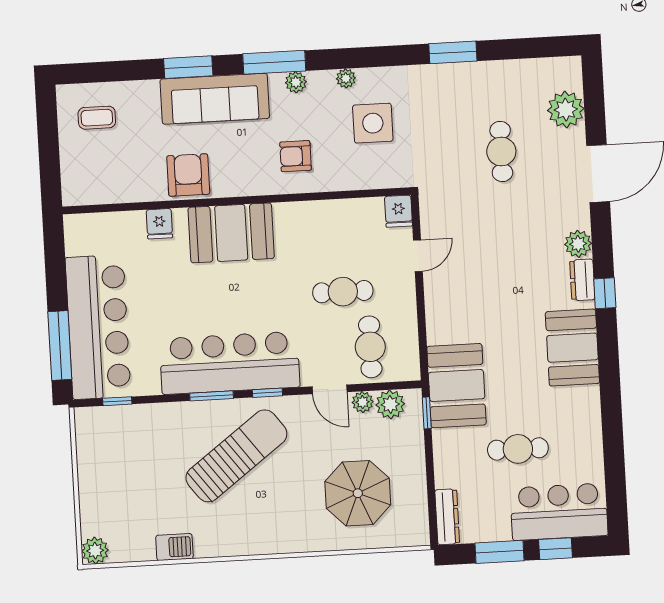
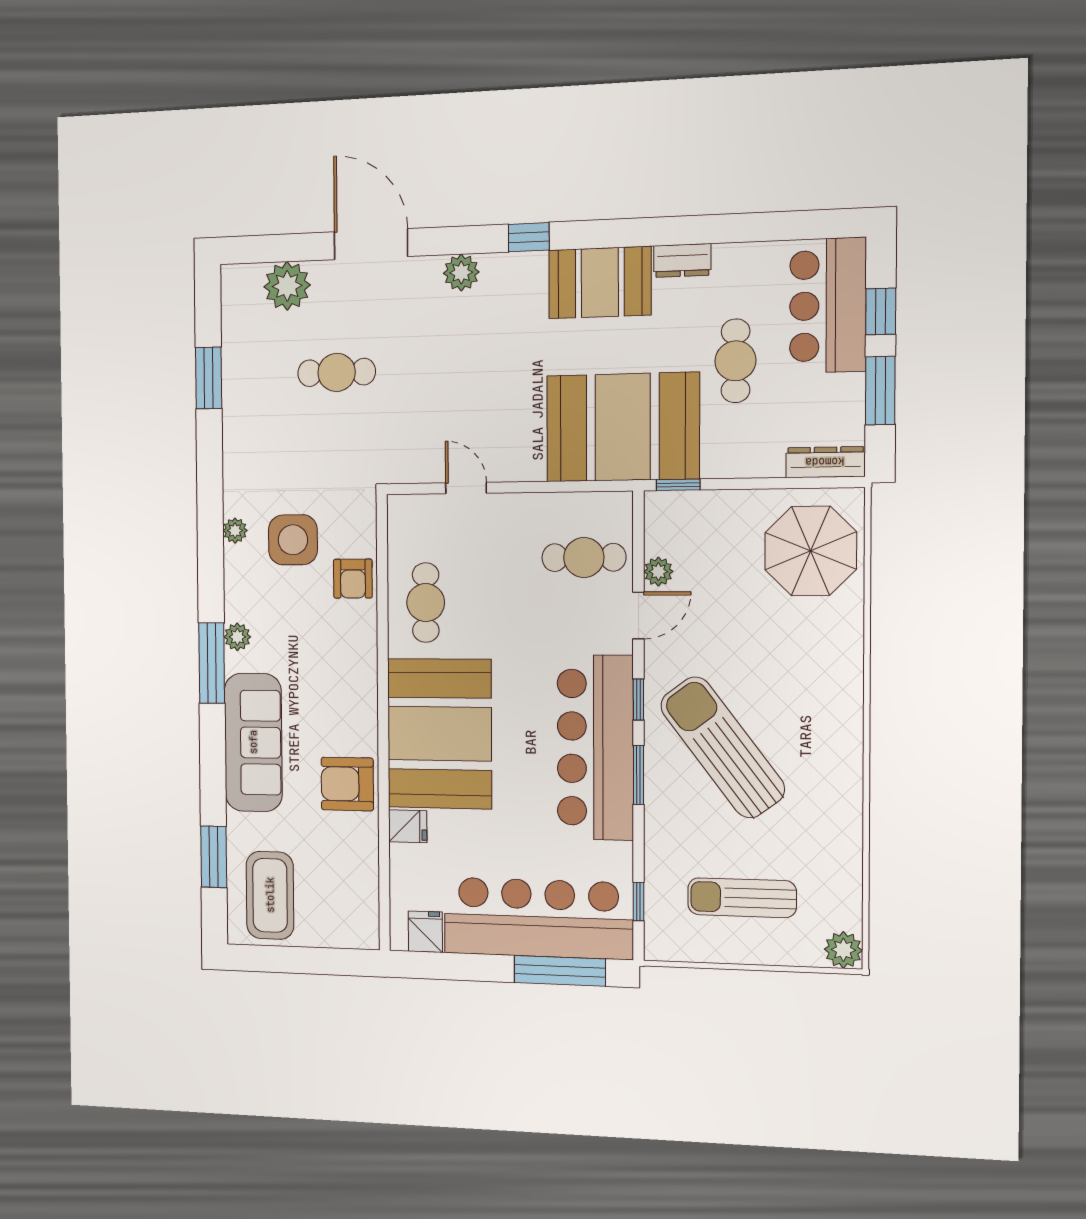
window: (453, 52) -> (209, 378), moved
window: (188, 67) -> (214, 857), moved
plant: (346, 78) -> (235, 531), moved
coffee table: (97, 118) -> (270, 895), width x1.86, depth x1.72
armchair: (296, 156) -> (353, 579), moved
fridge: (398, 211) -> (425, 932), moved, turned -90
booth: (231, 233) -> (439, 734), width x1.36, depth x1.42
dresser: (582, 280) -> (682, 261), moved
cafe table: (343, 292) -> (426, 603), moved
booth: (457, 386) -> (623, 427), width x1.36, depth x1.42
plant: (390, 404) -> (664, 534), removed
sun lounger: (127, 476) -> (742, 898), added
parasol: (358, 493) -> (811, 551), moved
barbecue: (174, 547) -> (845, 841), removed

